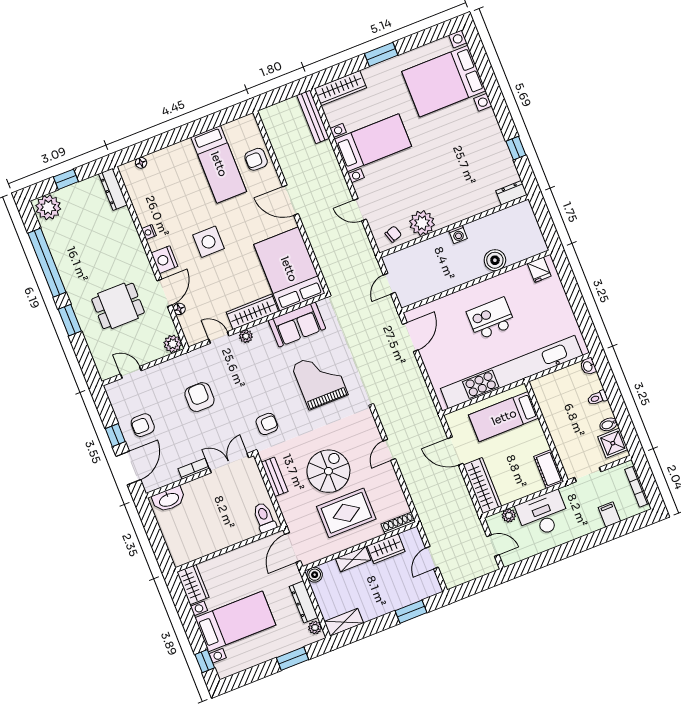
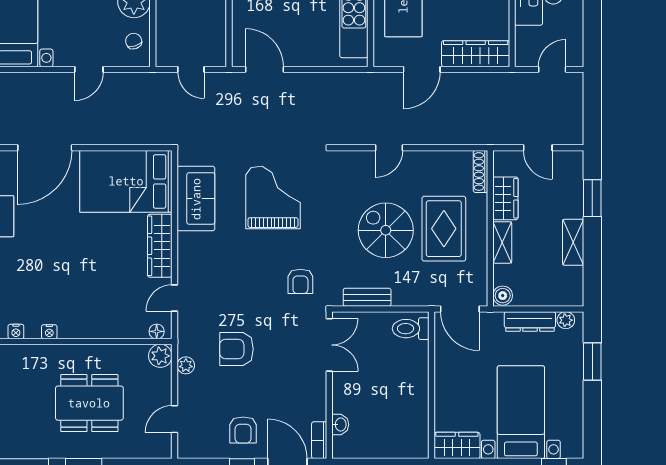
door: (290, 200) -> (45, 148), width x1.36
side table: (208, 242) -> (56, 265), removed
nightstand: (164, 260) -> (49, 332), width x0.53, depth x0.56
door: (165, 293) -> (96, 342), removed
dining table: (118, 306) -> (89, 403), width x1.38
floor lamp: (179, 309) -> (157, 331), moved
plant: (246, 336) -> (186, 365), moved
grand piano: (320, 380) -> (273, 197), turned 90
armchair: (267, 424) -> (300, 281), turned 180
door: (389, 450) -> (389, 148), hinge flipped
double door: (229, 463) -> (329, 345), swing flipped
bookcase: (193, 469) -> (319, 440), moved
washbasin: (169, 499) -> (340, 424), width x0.52, depth x0.69
plant: (509, 515) -> (524, 36), removed
shelving: (344, 622) -> (573, 242), moved

